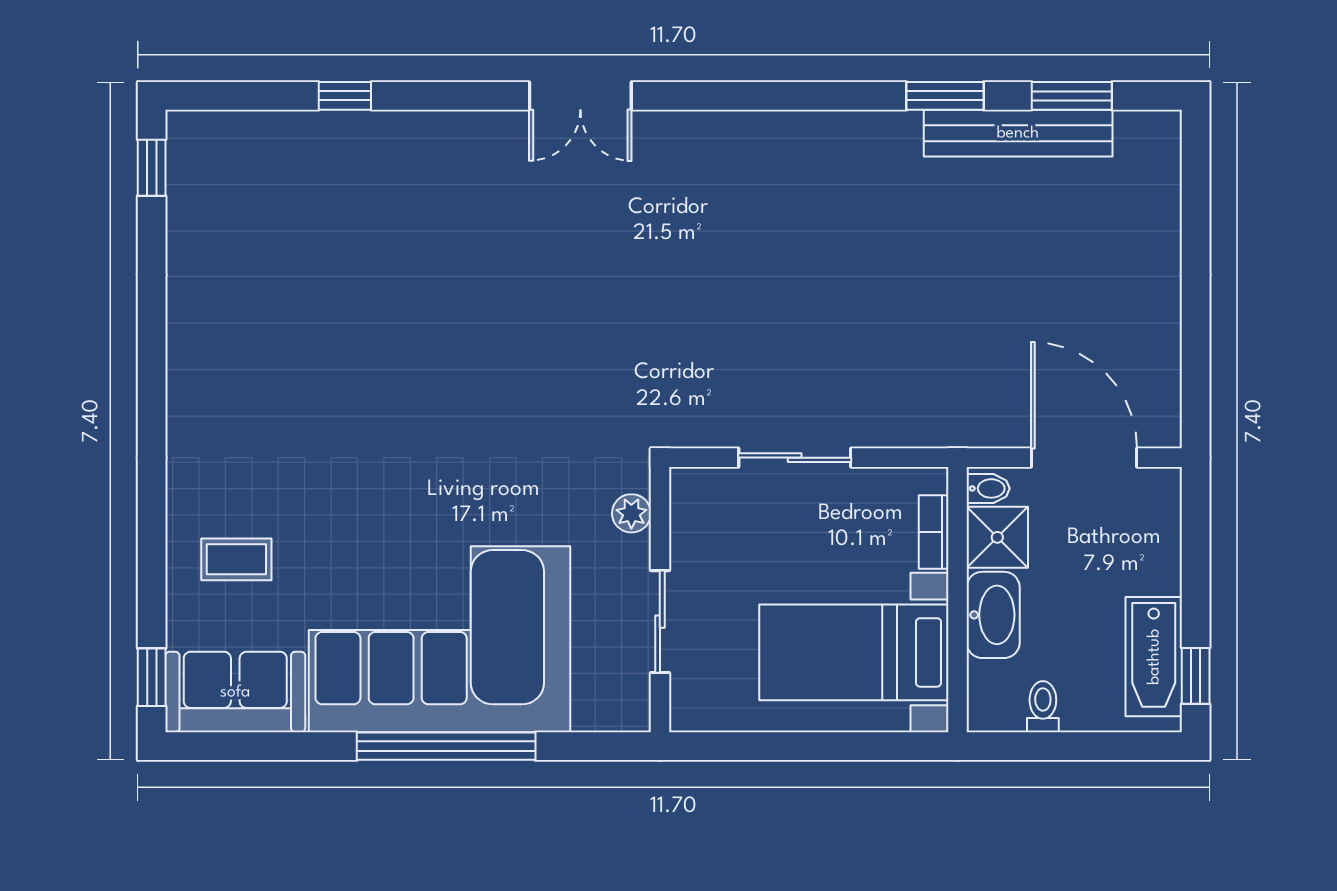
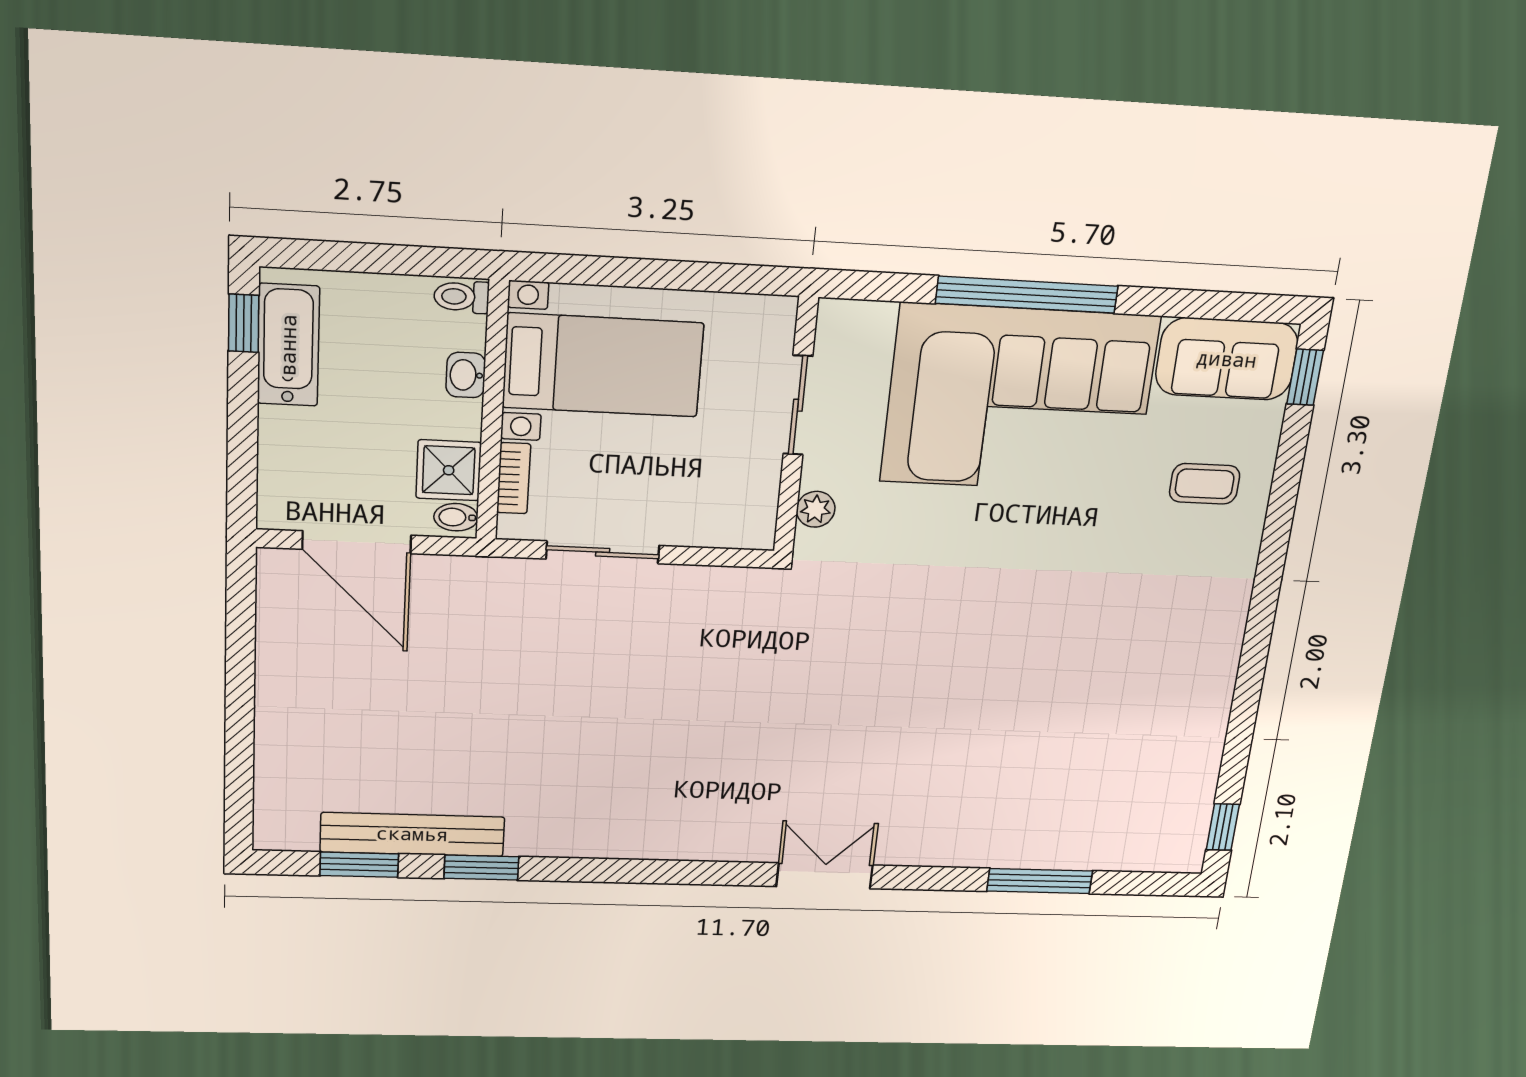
window: (345, 96) -> (1040, 881), width x2.17
sliding door: (795, 458) -> (603, 552), moved
washbasin: (993, 615) -> (466, 375), width x0.52, depth x0.69
toilet: (1043, 707) -> (462, 297), moved, turned 90

